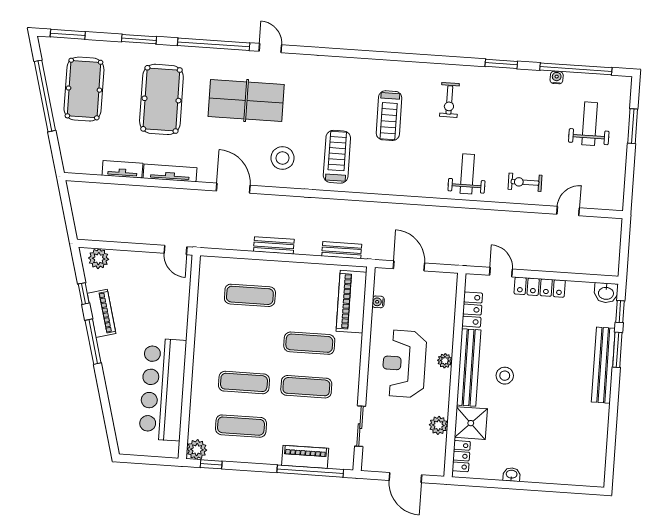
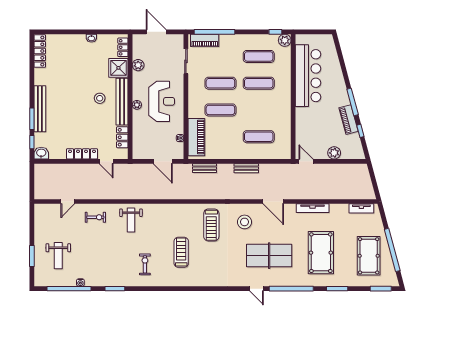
tv unit: (122, 169) -> (361, 208), moved
plant: (99, 259) -> (334, 153), moved
piano: (305, 457) -> (205, 40), moved
locker: (597, 459) -> (40, 51), added

